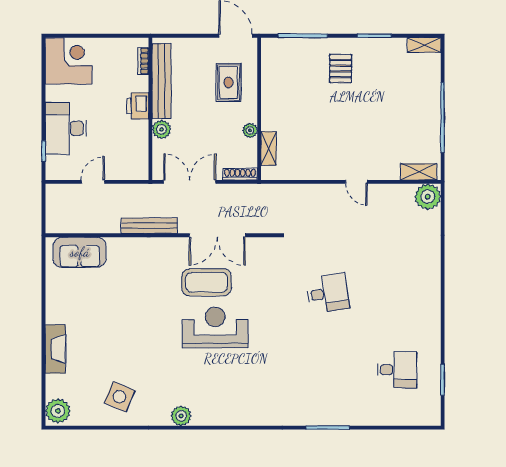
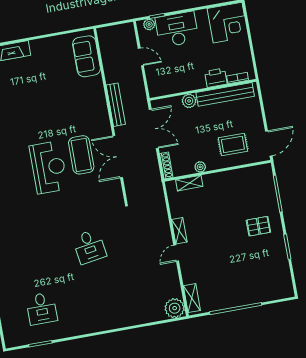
shelving: (424, 45) -> (179, 231), moved
printer: (138, 106) -> (216, 78), moved
plant: (53, 163) -> (149, 24), added

